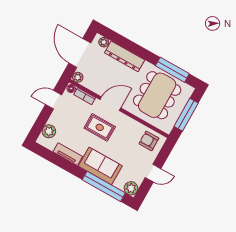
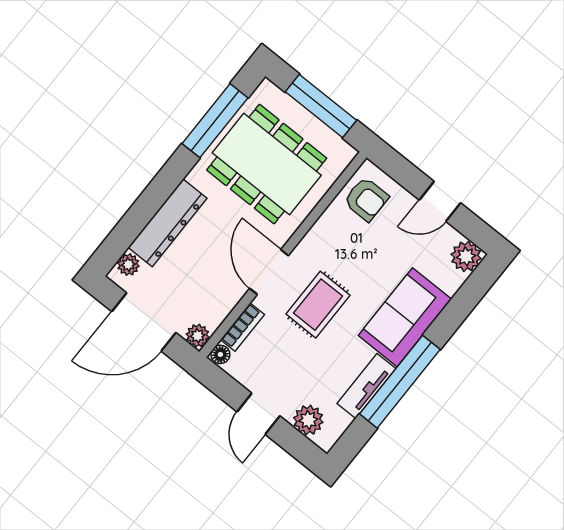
door: (53, 100) -> (259, 414), moved
armchair: (149, 141) -> (366, 199), turned -90
door: (153, 173) -> (440, 201), swing flipped
window: (104, 186) -> (400, 382), moved

